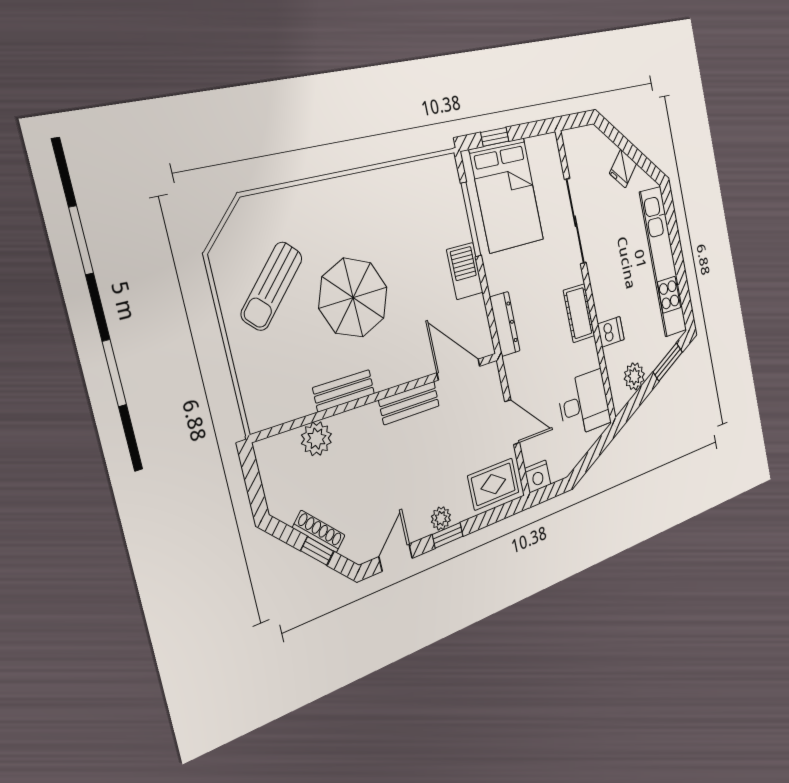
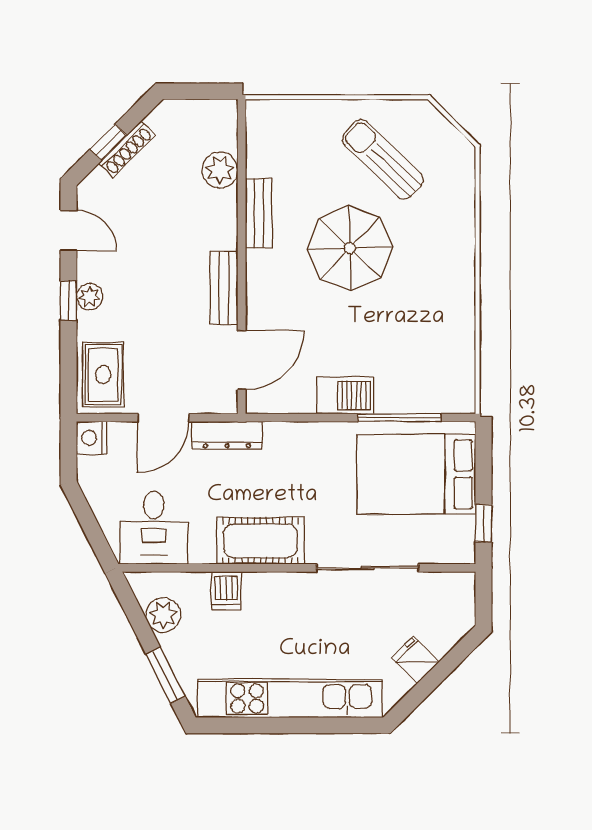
window: (495, 137) -> (484, 523), moved
cot: (579, 313) -> (260, 541), width x1.37, depth x1.34
dresser: (505, 324) -> (227, 435), moved

